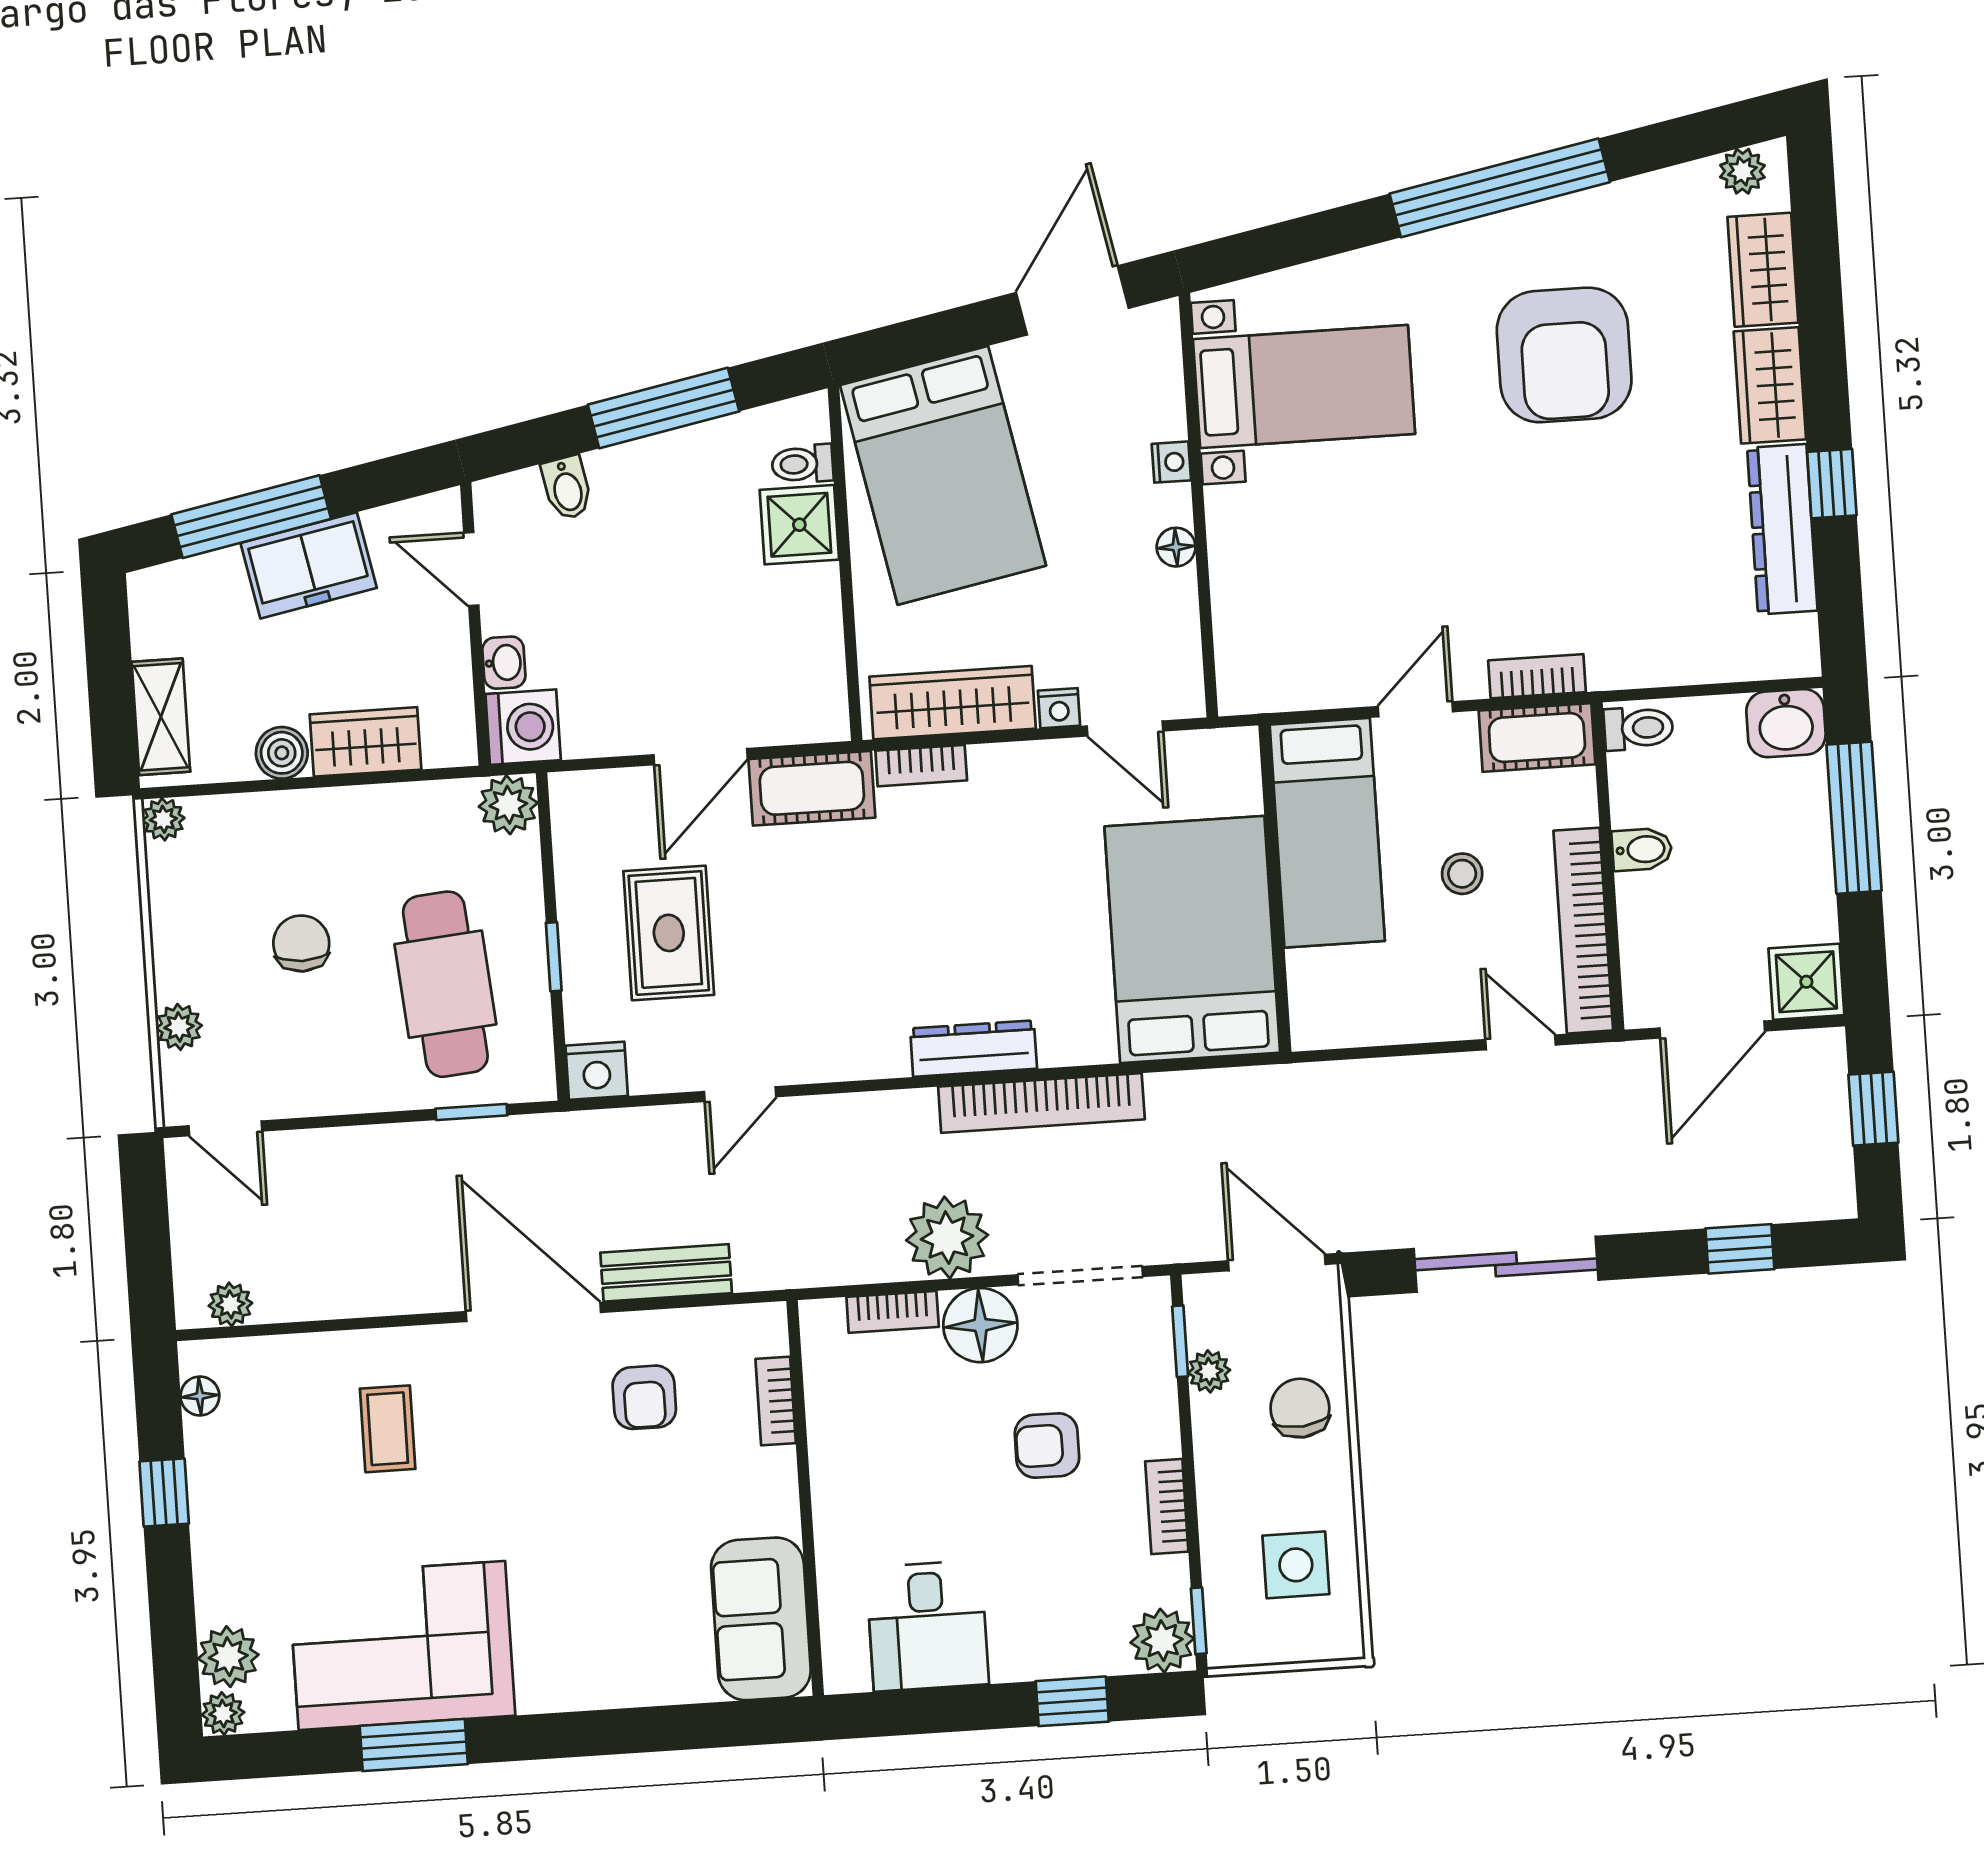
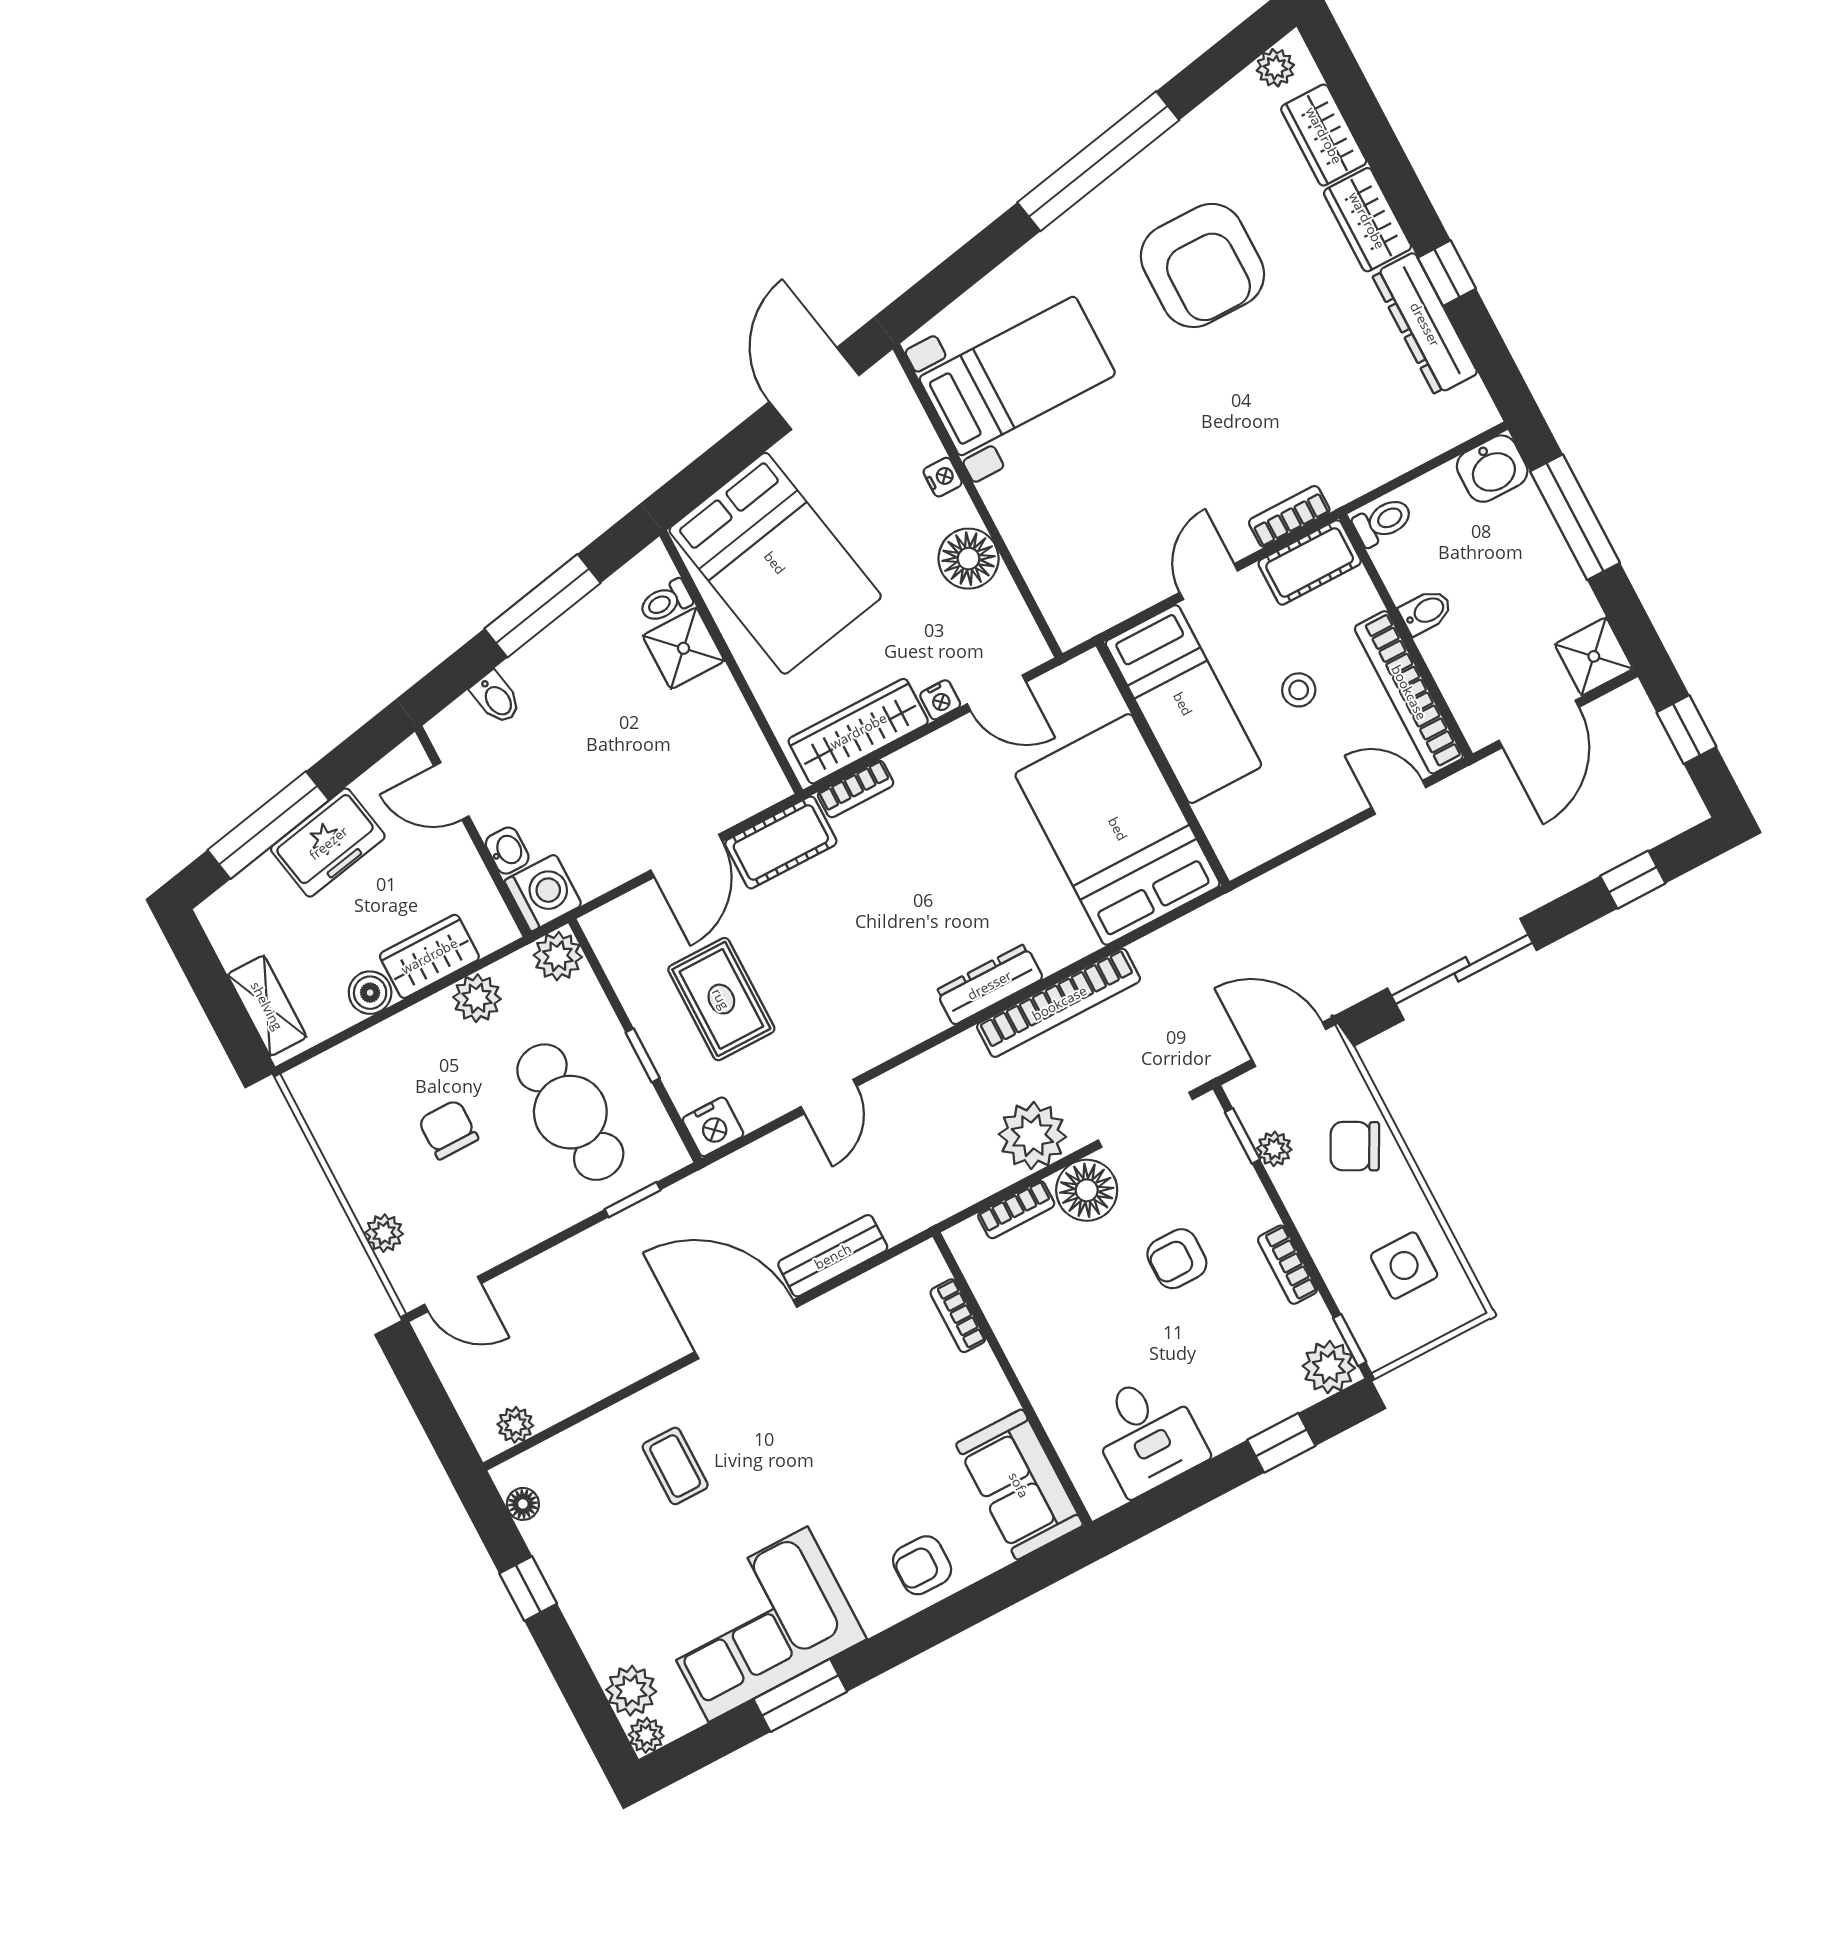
floor lamp: (1176, 547) -> (969, 559), width x1.89, depth x1.89
plant: (163, 819) -> (477, 998), moved, width x1.38, depth x1.38
armchair: (644, 1397) -> (922, 1565), moved, turned 90
chair: (1300, 1408) -> (1355, 1146), turned -57

